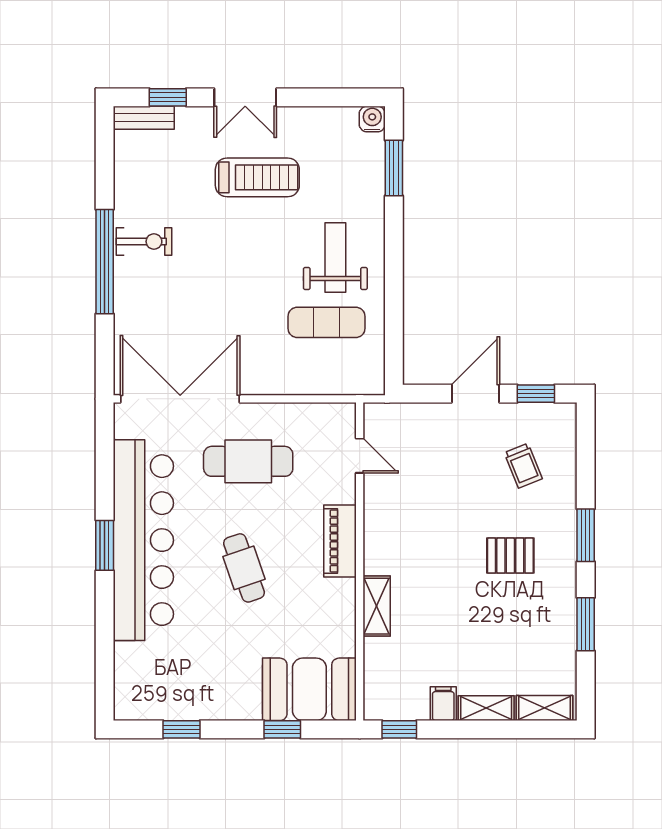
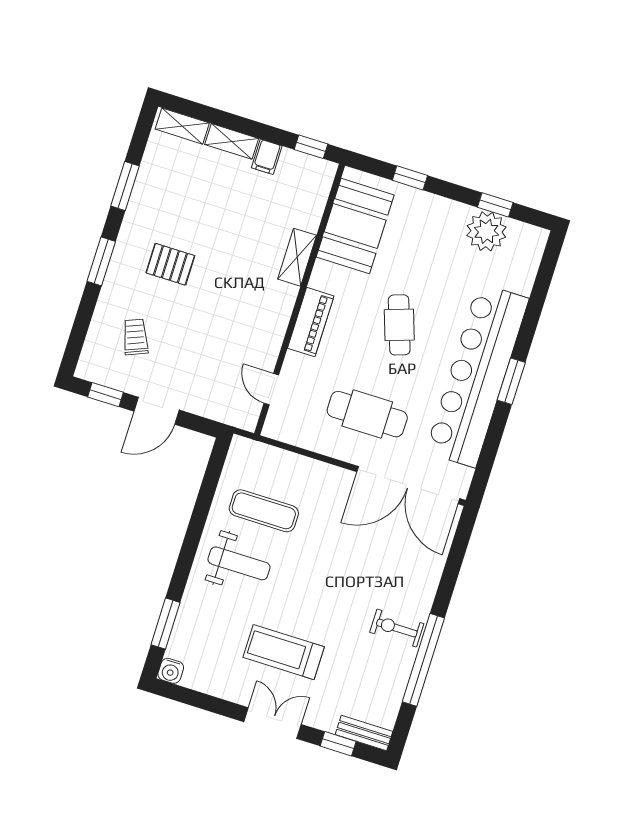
weight bench: (335, 258) -> (239, 563), turned -90
window: (105, 262) -> (423, 660), moved
booth: (309, 689) -> (355, 226), moved, turned 90
plant: (182, 698) -> (486, 231), added

